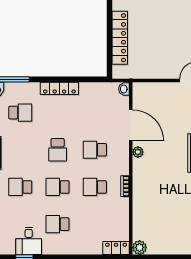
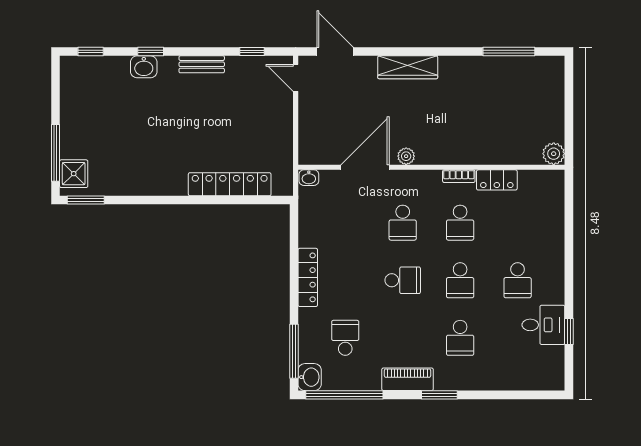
locker: (116, 248) -> (497, 180), moved, turned -90

